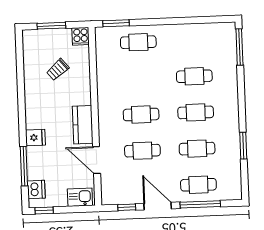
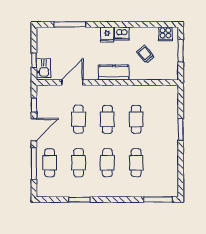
window: (116, 23) -> (181, 129), moved
cooker: (81, 36) -> (165, 34), moved, turned -90
cafe table: (138, 42) -> (136, 119), moved
kitchen counter: (83, 125) -> (114, 72), moved
fridge: (35, 138) -> (107, 34), moved
dishwasher: (36, 189) -> (122, 34), moved
window: (44, 210) -> (34, 60), moved

